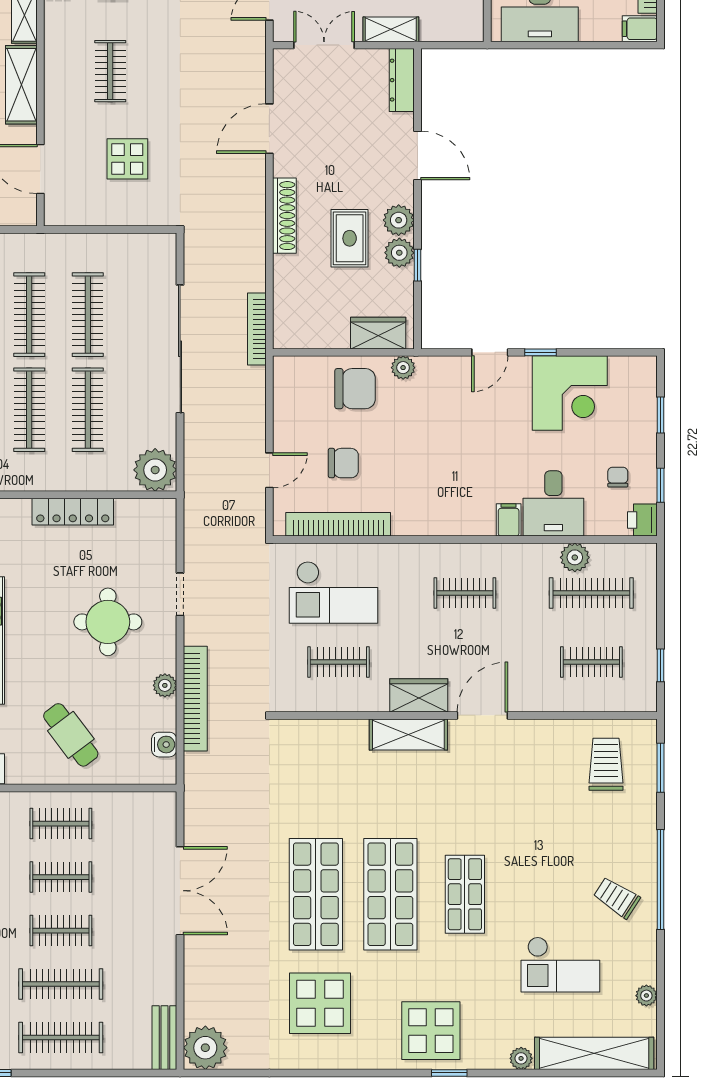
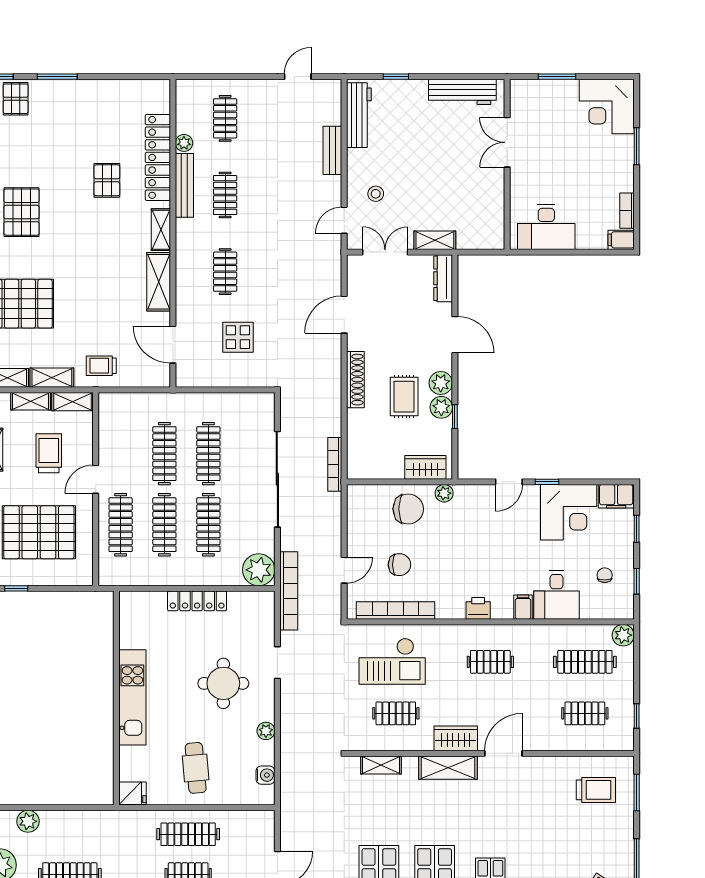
filing cabinet: (633, 372) -> (616, 496), added
printer: (642, 520) -> (478, 608), moved, turned 90
plant: (575, 557) -> (623, 635), moved
bookcase: (195, 699) -> (289, 591), moved
shelving: (319, 731) -> (381, 765), added
cafe table: (71, 735) -> (196, 768), turned 32
trolley: (606, 764) -> (596, 790), turned 90
clothes rail: (61, 824) -> (188, 834), width x1.36

